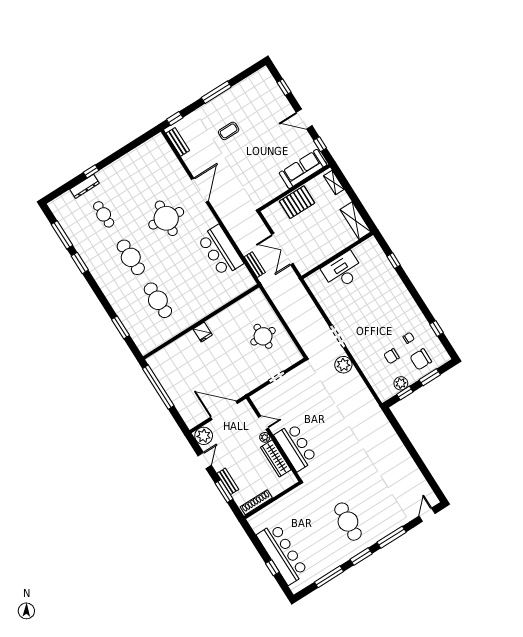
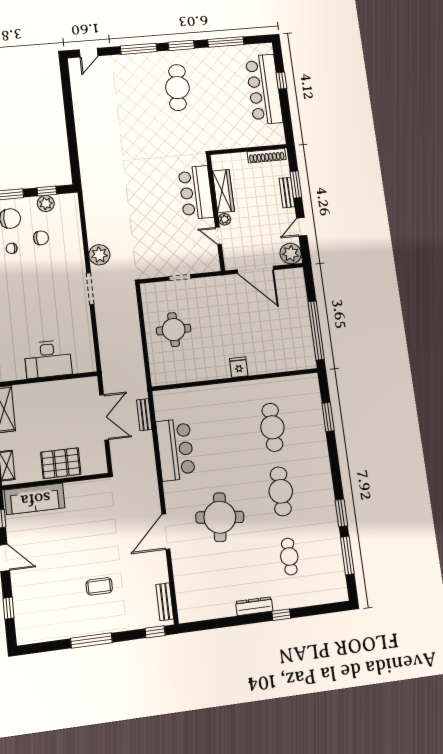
dresser: (84, 186) -> (254, 606), moved

